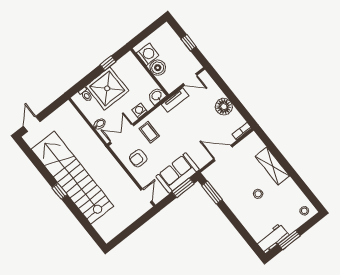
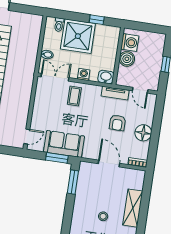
armchair: (138, 158) -> (117, 123), moved, turned -90

